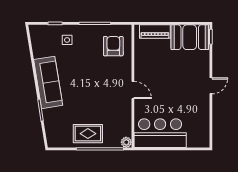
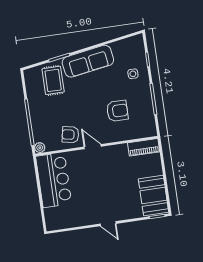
piano: (155, 32) -> (144, 147), moved, turned -90
armchair: (113, 46) -> (117, 111), moved
door: (133, 90) -> (93, 147), swing flipped
armchair: (118, 110) -> (70, 135), added
rug: (88, 134) -> (53, 80), moved

